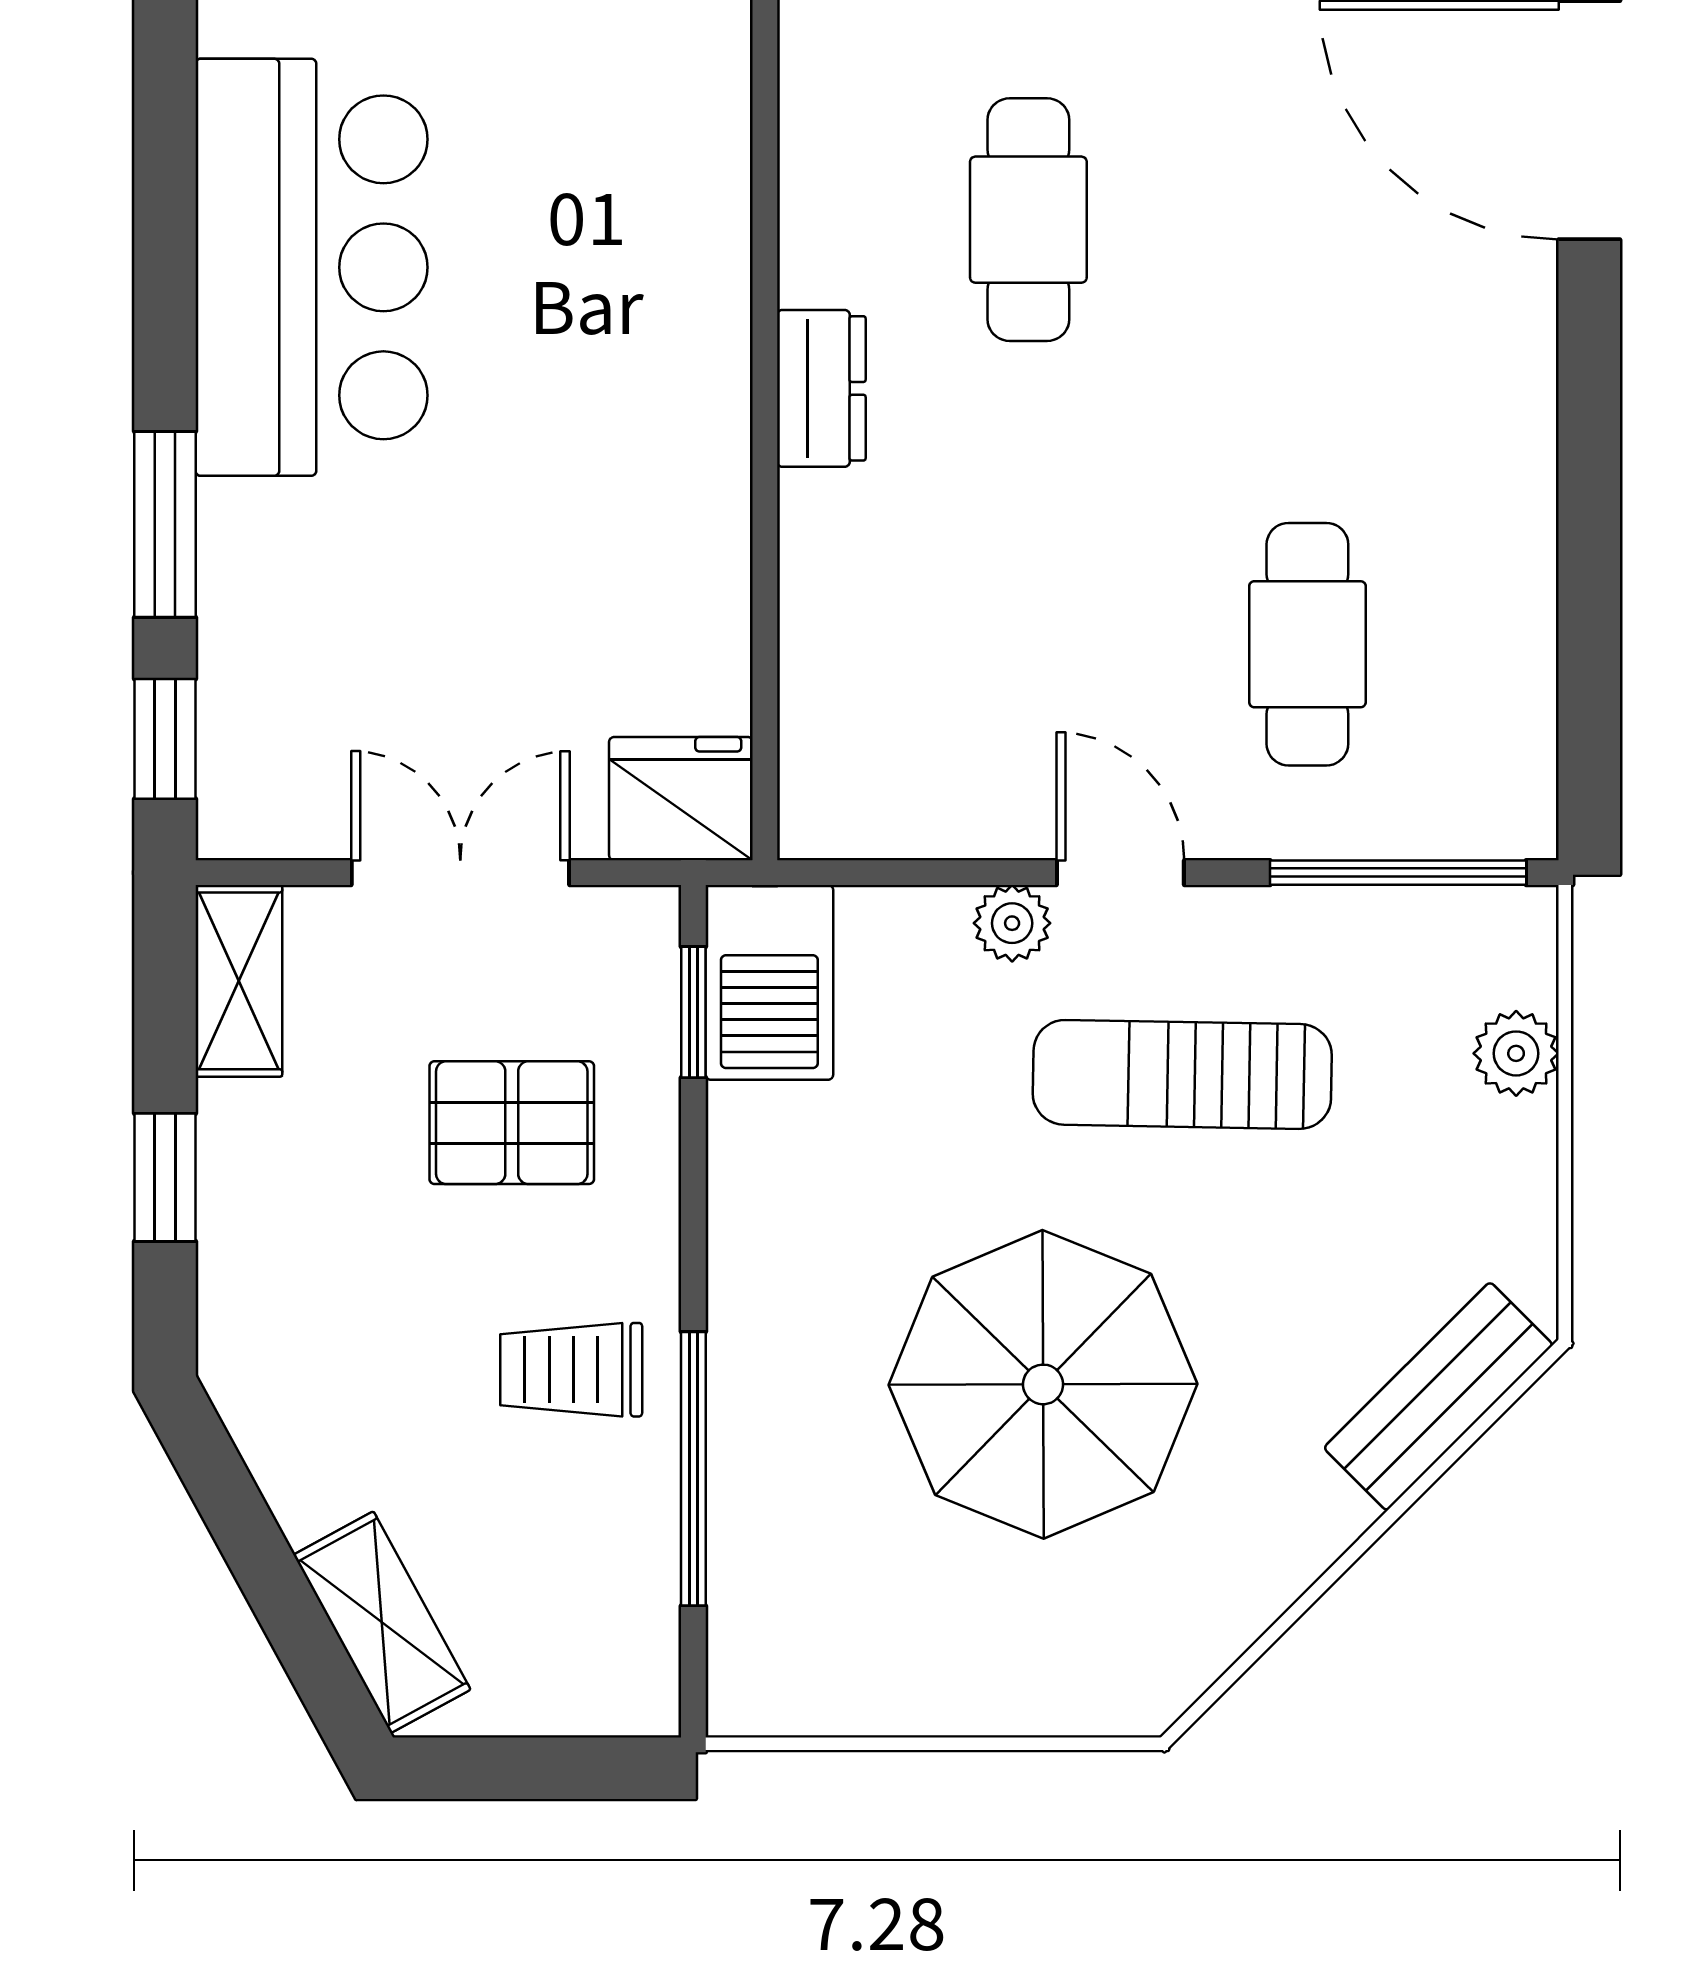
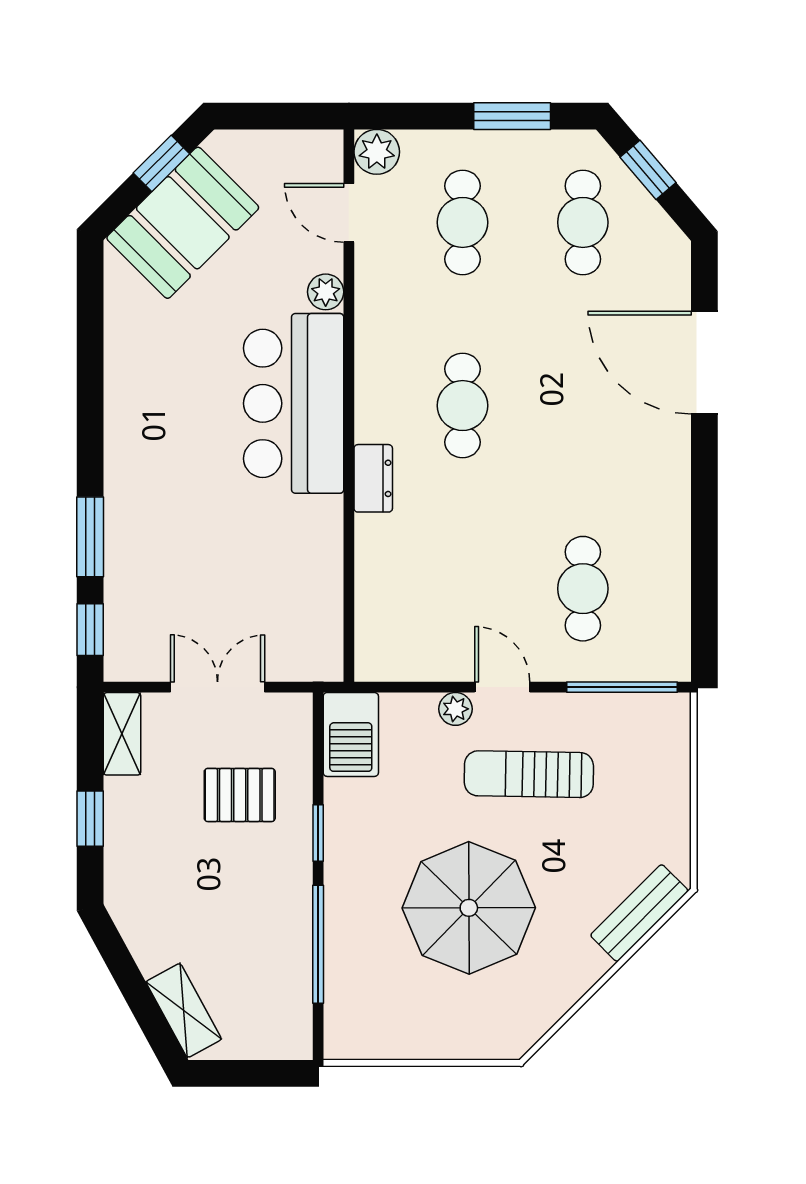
bar counter: (312, 267) -> (294, 403), moved, turned 180
fridge: (681, 799) -> (313, 655), removed
window: (693, 1012) -> (318, 833), moved
plant: (1516, 1053) -> (673, 765), removed
trolley: (571, 1370) -> (265, 902), removed

